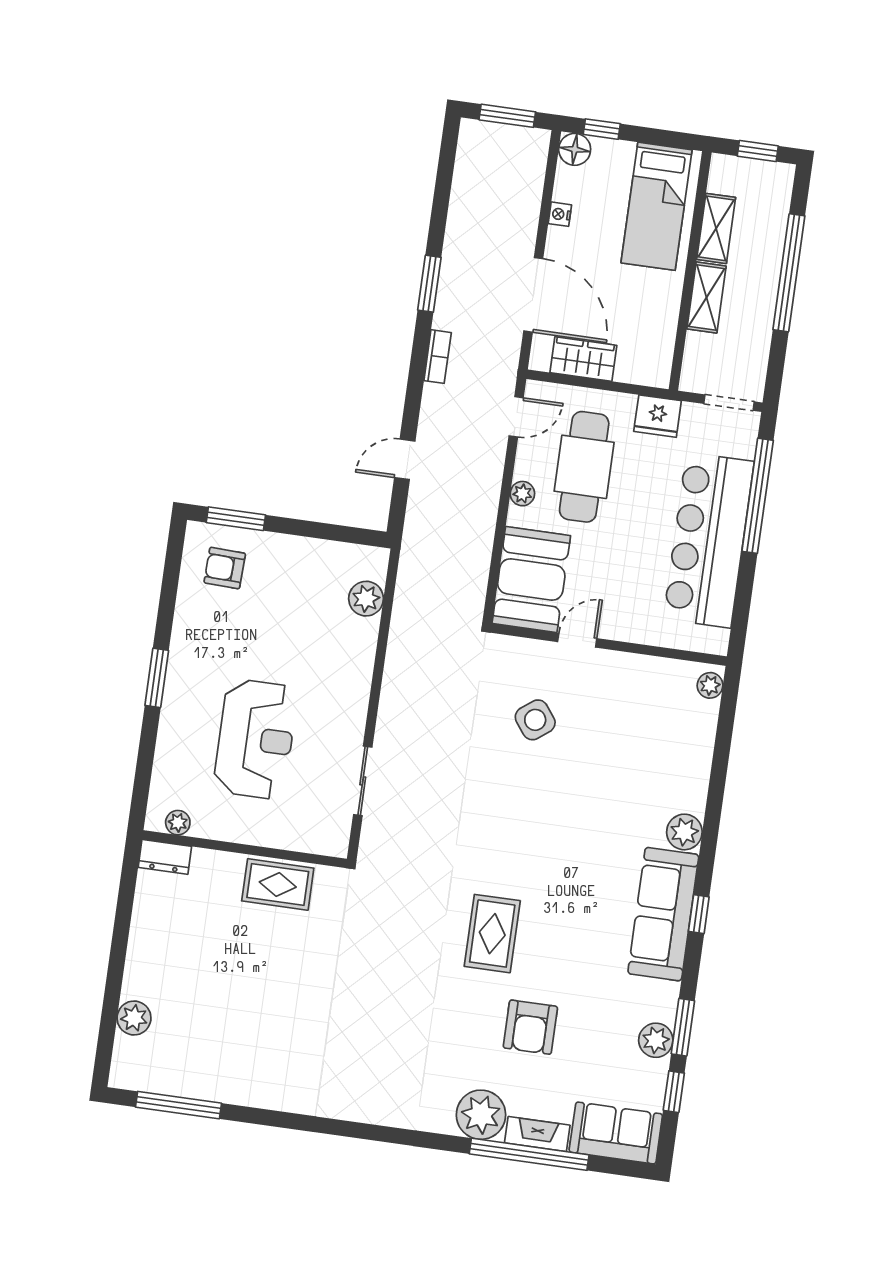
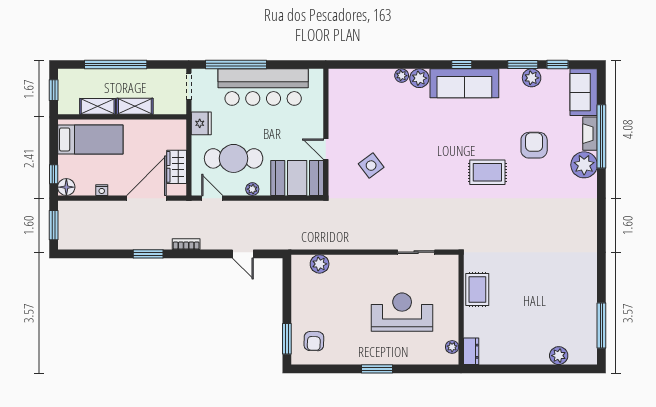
plant: (710, 685) -> (402, 76), moved
armchair: (530, 1027) -> (534, 145), turned -90

